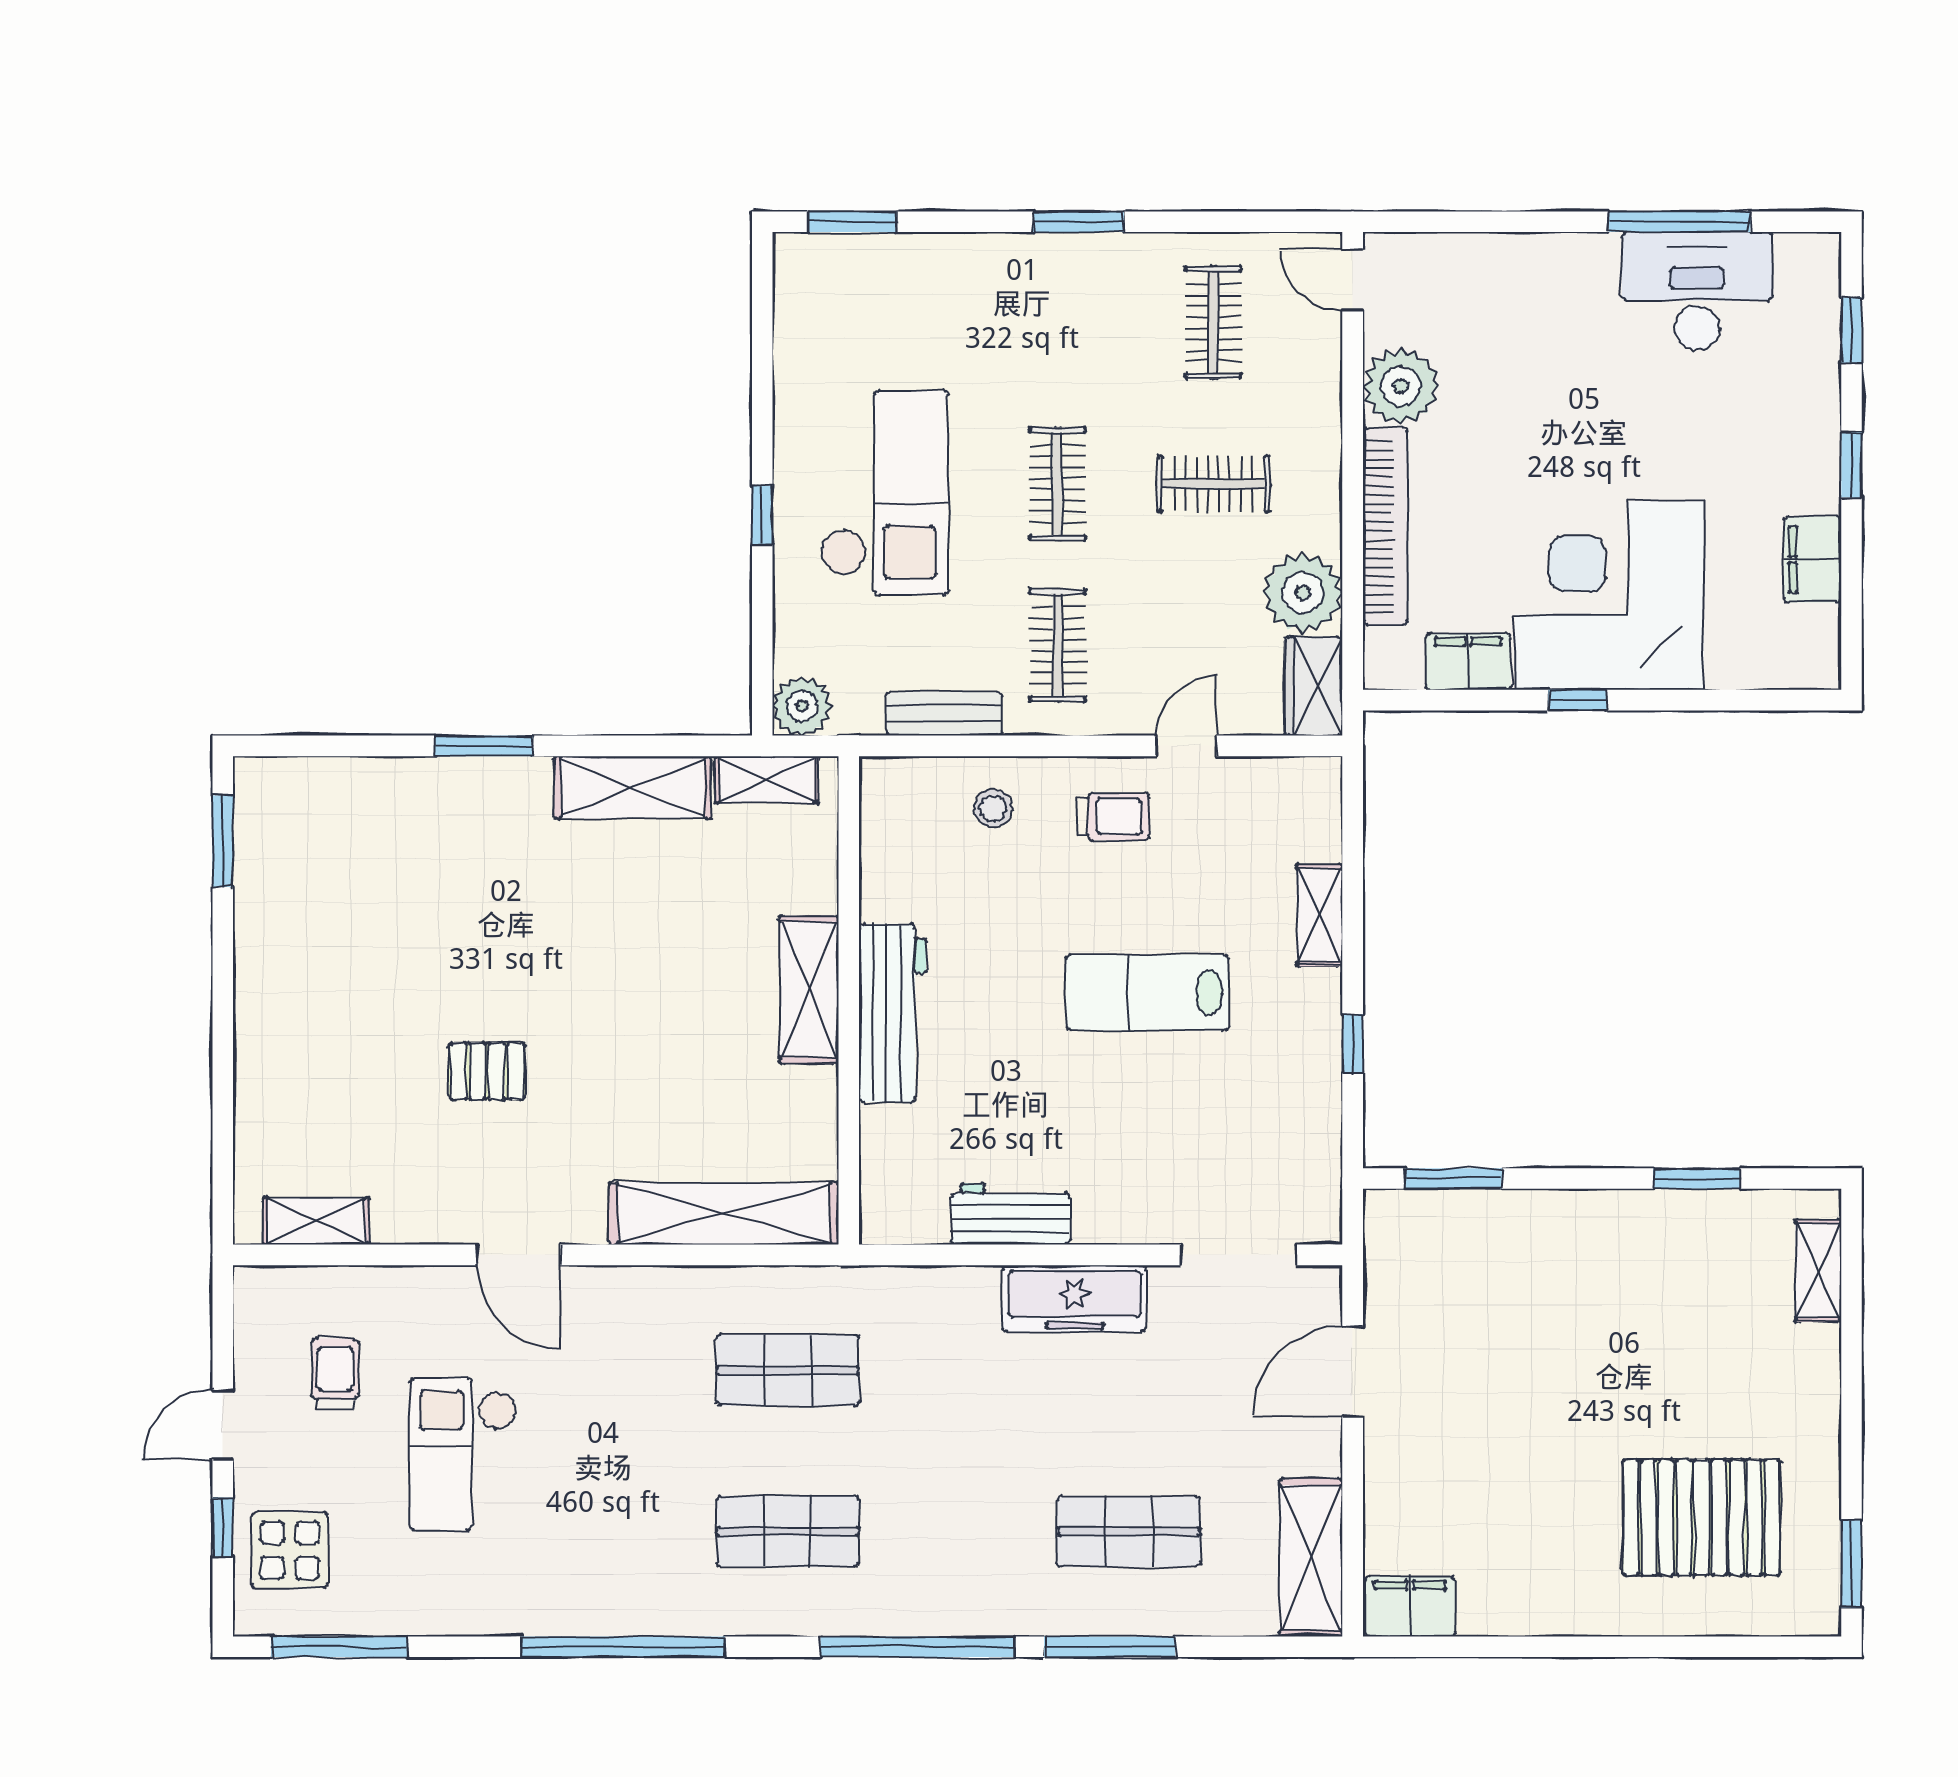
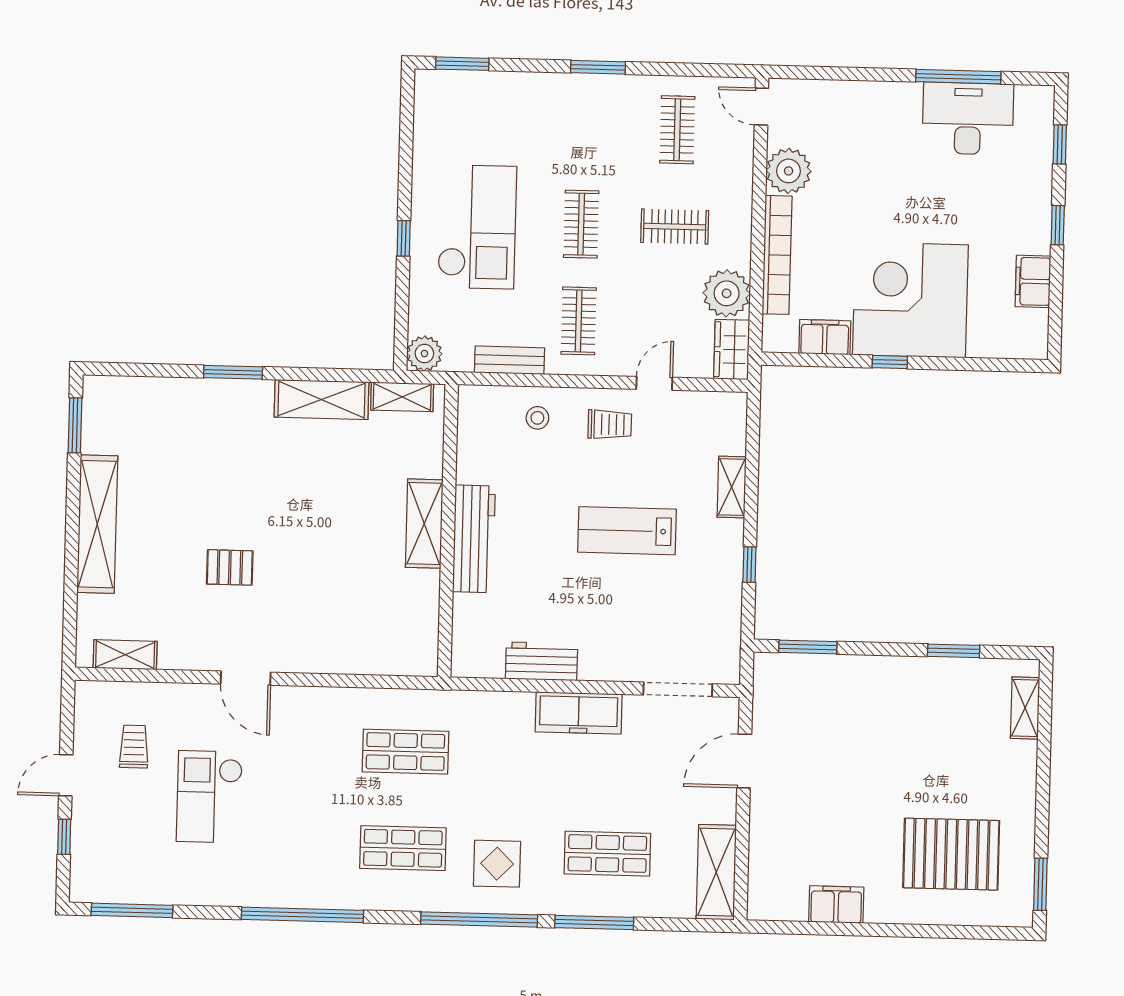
shelving: (724, 1213) -> (97, 524), moved, turned 90
display table: (290, 1550) -> (497, 864), moved
filing cabinet: (1410, 1606) -> (836, 905), moved

